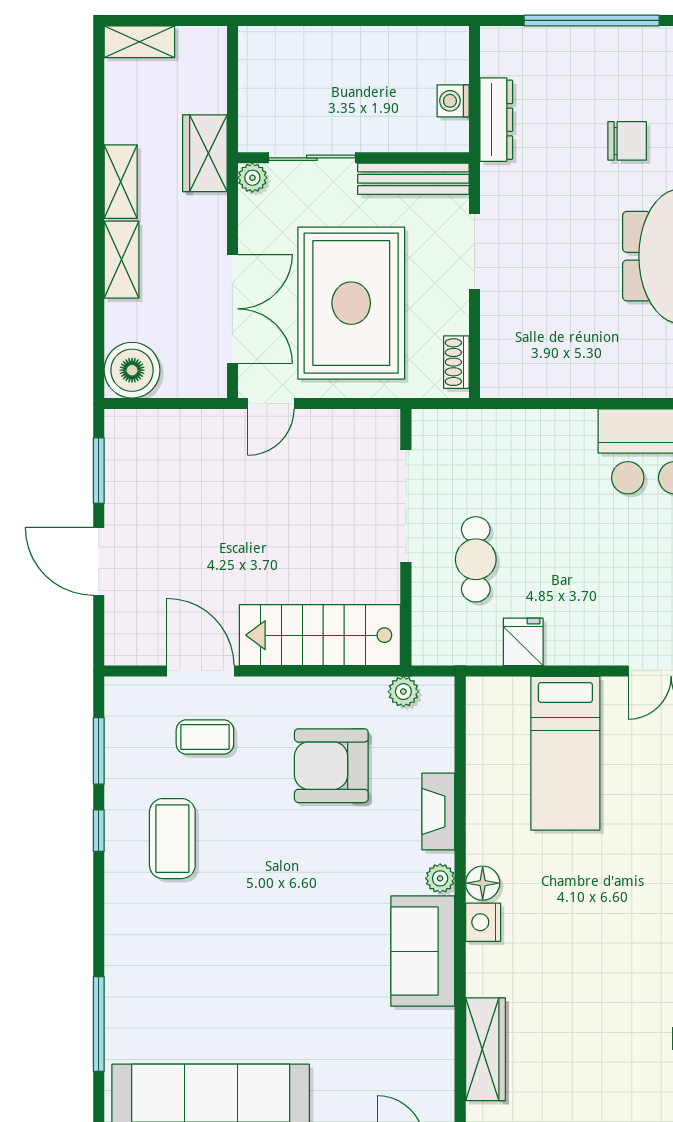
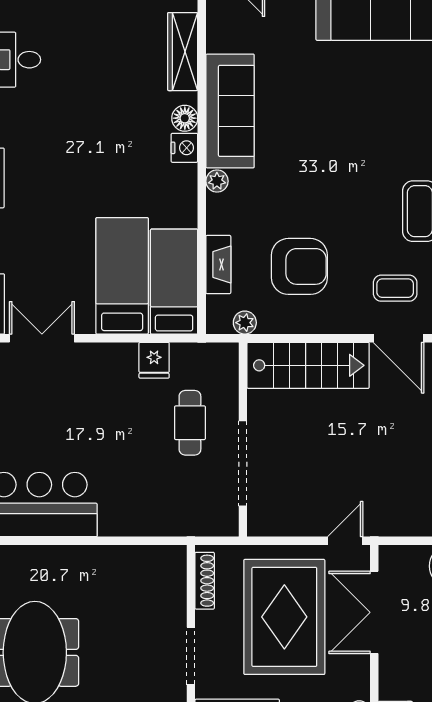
shoe rack: (456, 362) -> (205, 581), width x1.43
bed: (497, 746) -> (174, 282), added
fireplace: (438, 812) -> (218, 265), moved
floor lamp: (483, 883) -> (185, 118), moved
sofa: (423, 951) -> (230, 111), width x1.36

